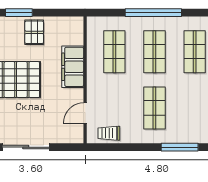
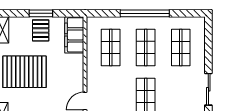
window: (19, 13) -> (41, 13), moved
filing cabinet: (73, 67) -> (74, 35), moved

